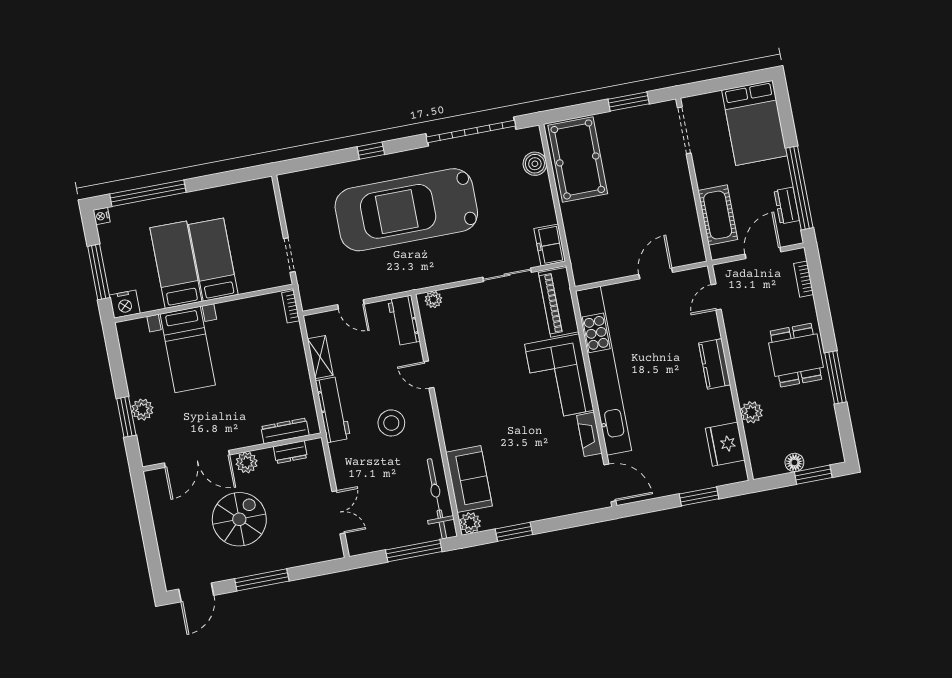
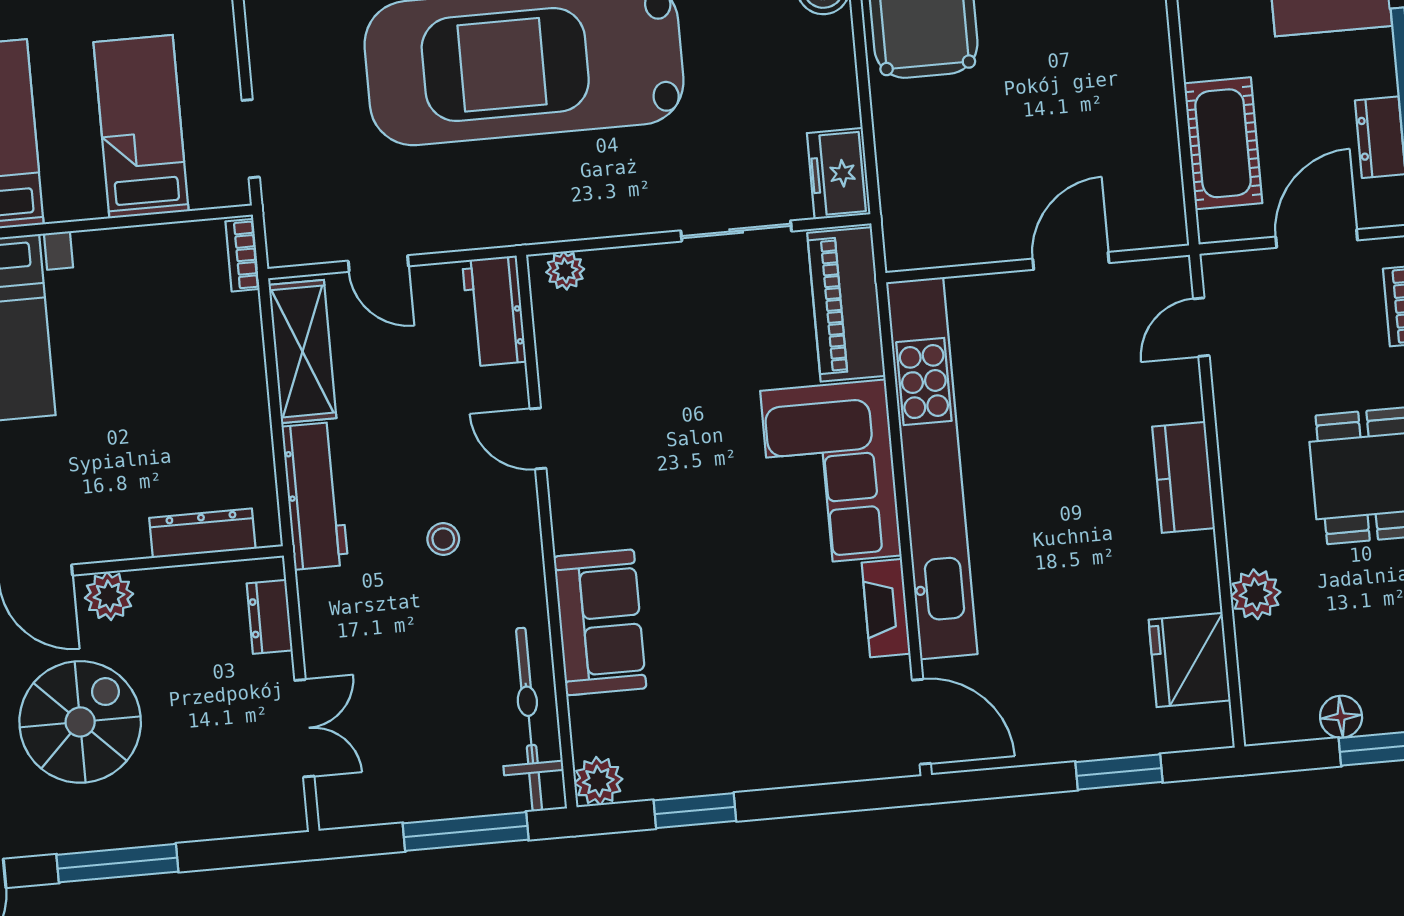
bed: (213, 260) -> (141, 127), moved
shelving: (320, 357) -> (303, 351), width x1.50, depth x1.33
stool: (391, 423) -> (443, 539), width x0.53, depth x0.53
dresser: (290, 452) -> (270, 617), moved, turned 90
sofa: (469, 479) -> (600, 622), moved

